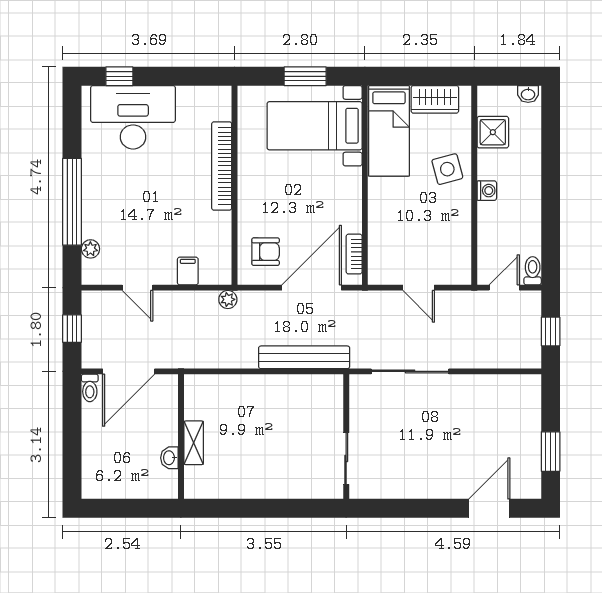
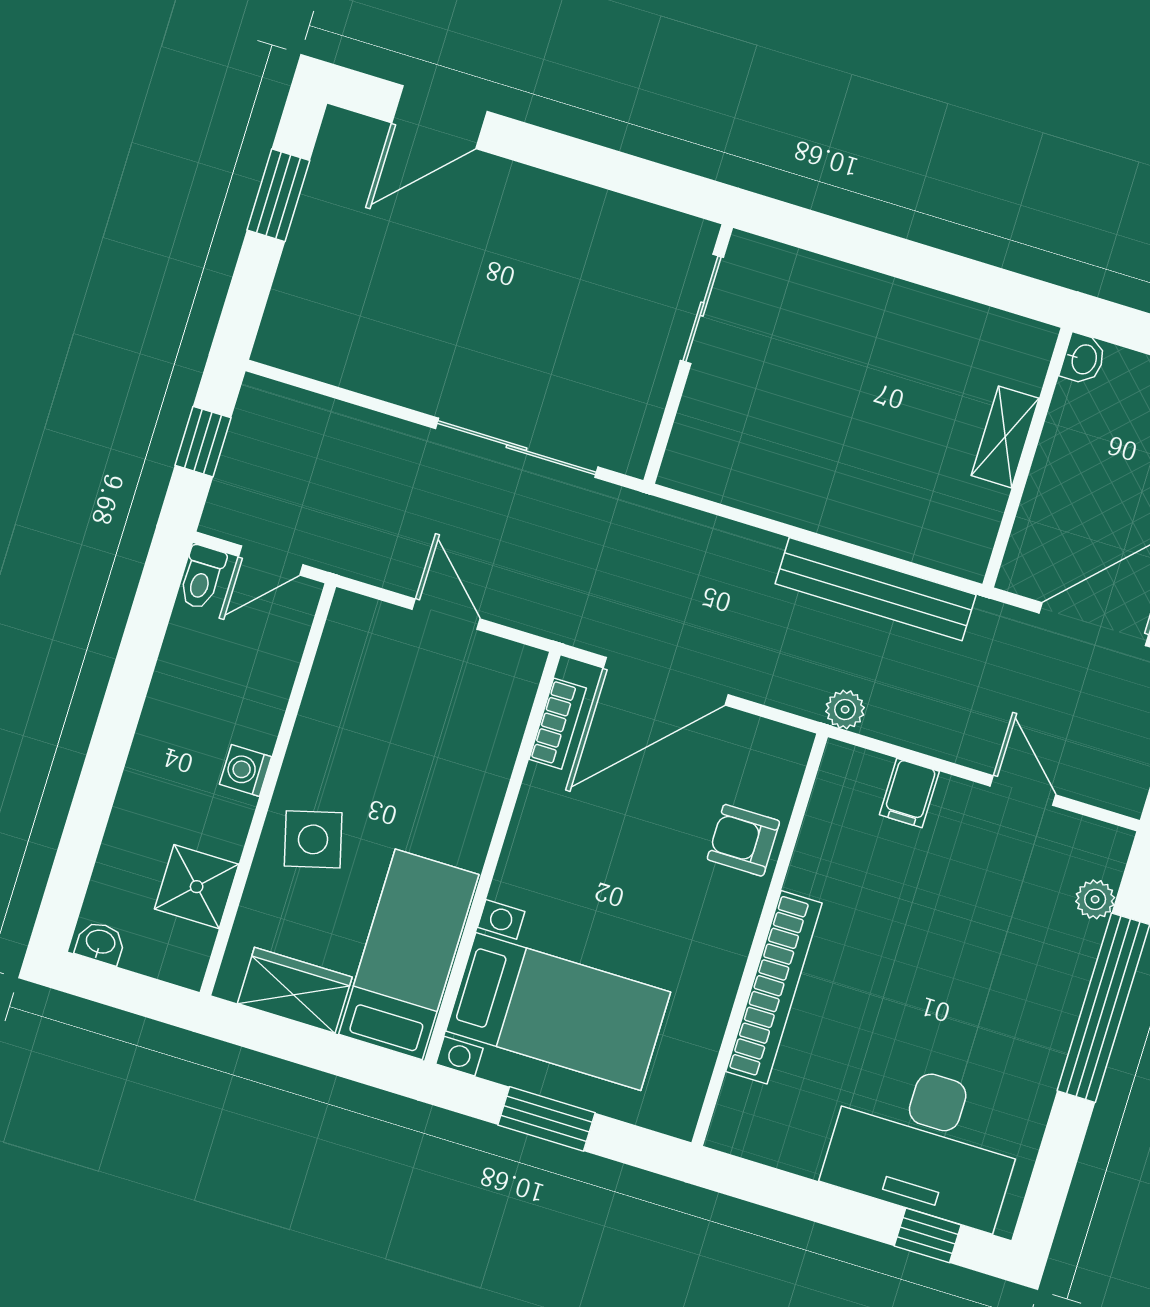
armchair: (266, 252) -> (743, 840), moved
bench: (304, 357) -> (876, 589), moved
washbasin: (169, 458) -> (1083, 359), moved

